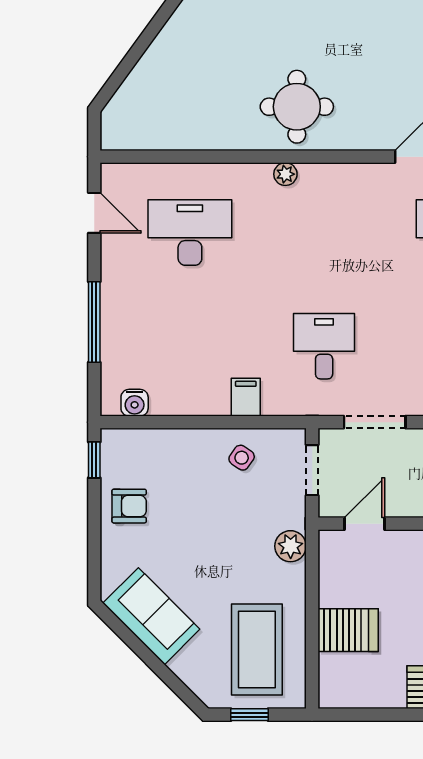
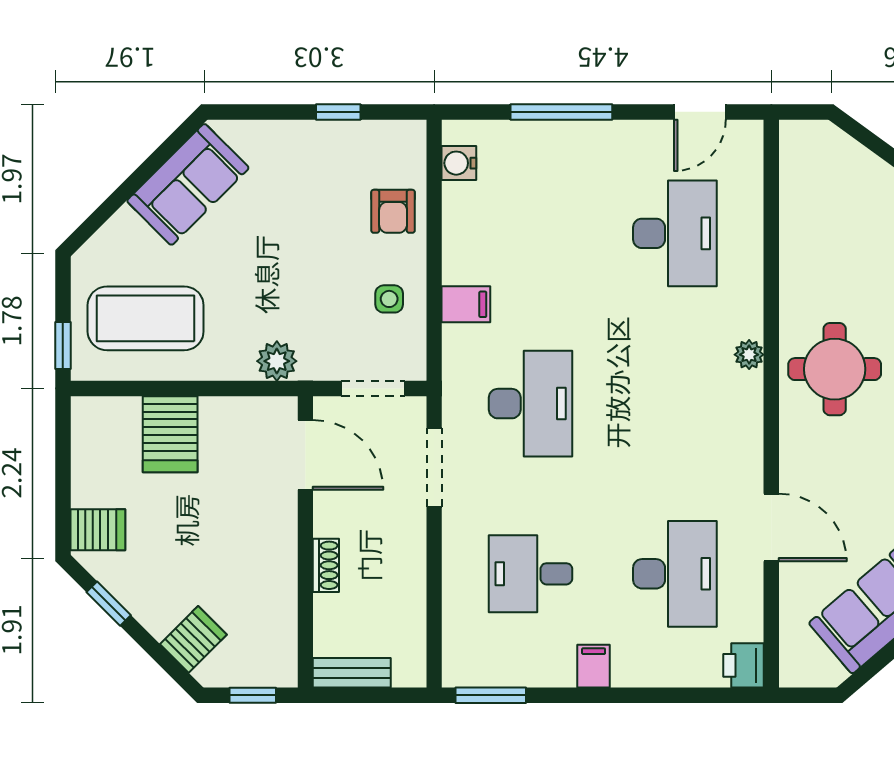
desk: (324, 346) -> (531, 404), width x1.37
side table: (242, 458) -> (389, 299), turned -35
window: (94, 460) -> (338, 112), moved
armchair: (129, 506) -> (393, 211), moved
door: (364, 524) -> (305, 455), width x1.38
window: (249, 715) -> (63, 346), moved

